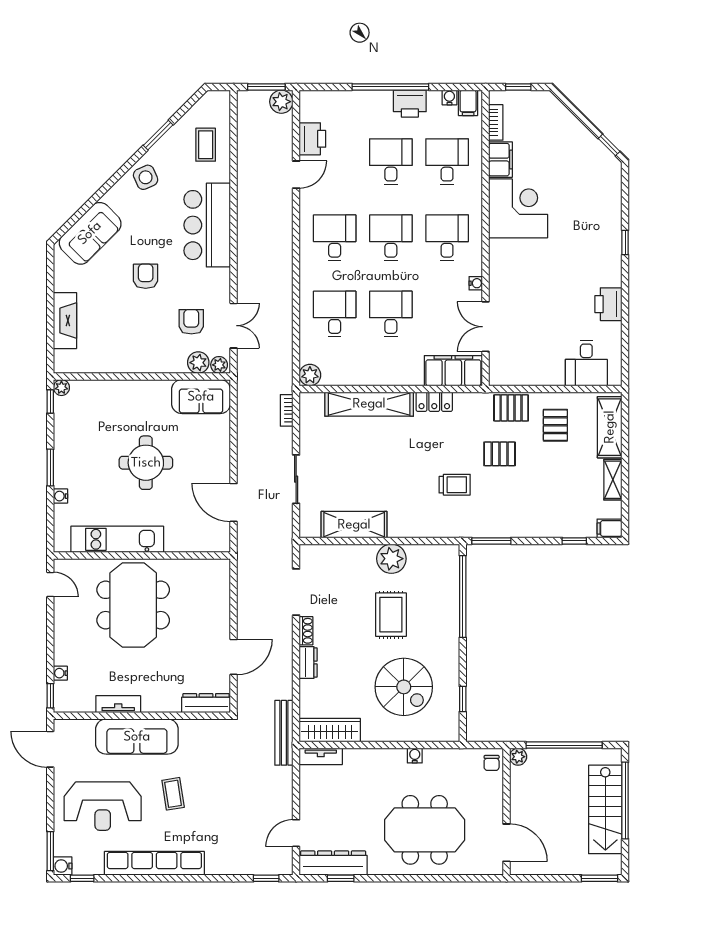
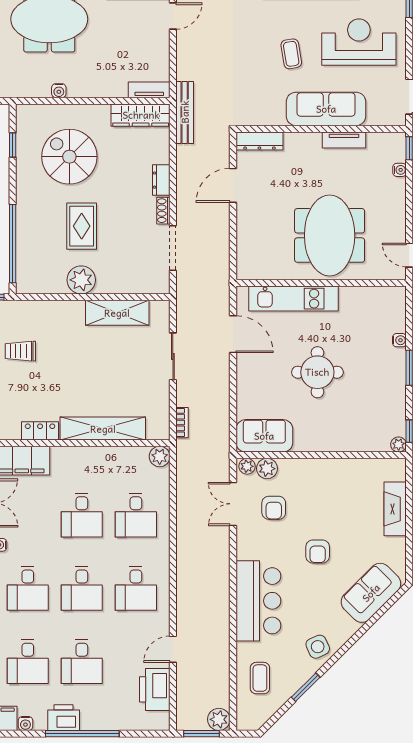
plant: (281, 102) -> (219, 719), moved
printer: (312, 139) -> (155, 689), width x1.37, depth x1.19
kitchen unit: (117, 539) -> (294, 299), moved

